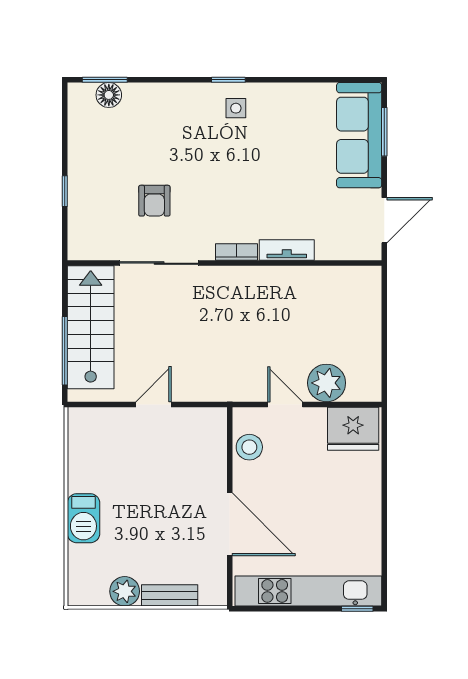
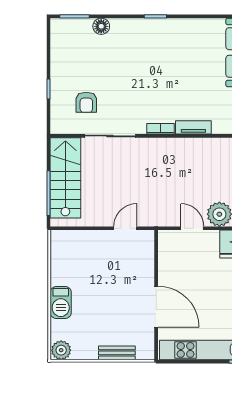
floor lamp: (109, 95) -> (101, 26), moved
side table: (236, 108) -> (160, 35), removed
armchair: (154, 201) -> (86, 102), moved
door: (154, 404) -> (125, 228), moved
stool: (249, 447) -> (169, 256), removed
plant: (125, 591) -> (61, 350), moved

